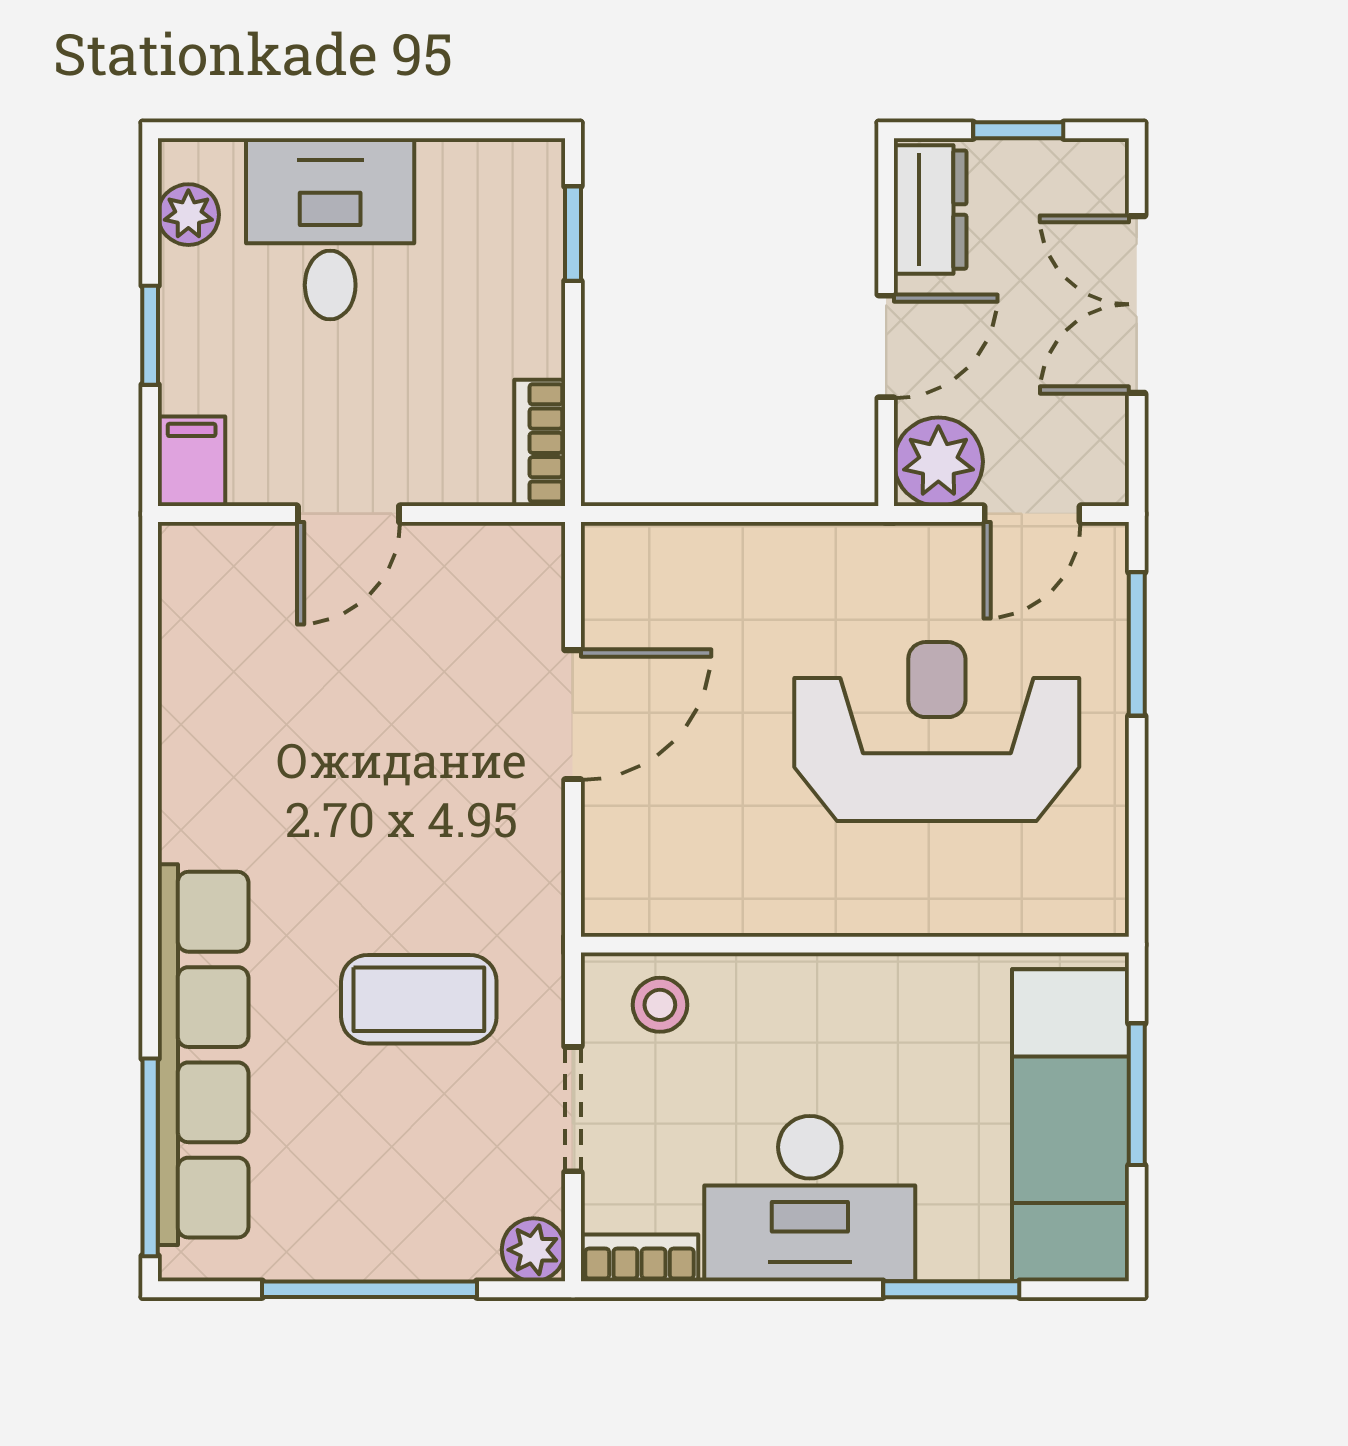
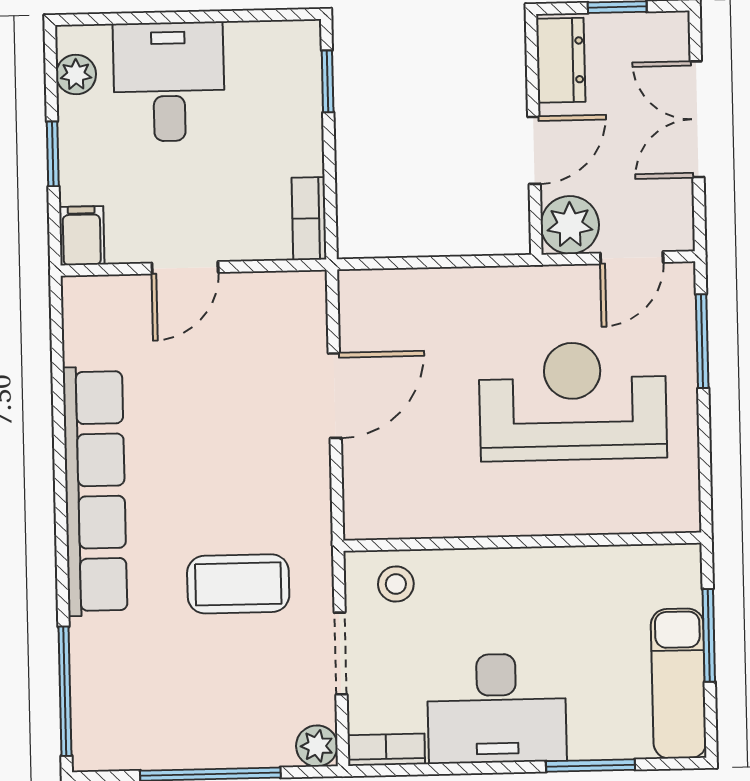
row of seats: (203, 1055) -> (95, 491), moved
exam couch: (1071, 1125) -> (679, 684), width x0.73, depth x0.69

